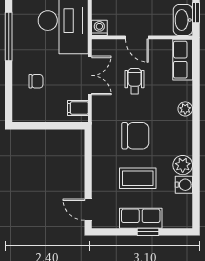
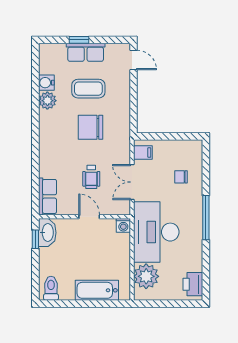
plant: (185, 109) -> (45, 152), removed

